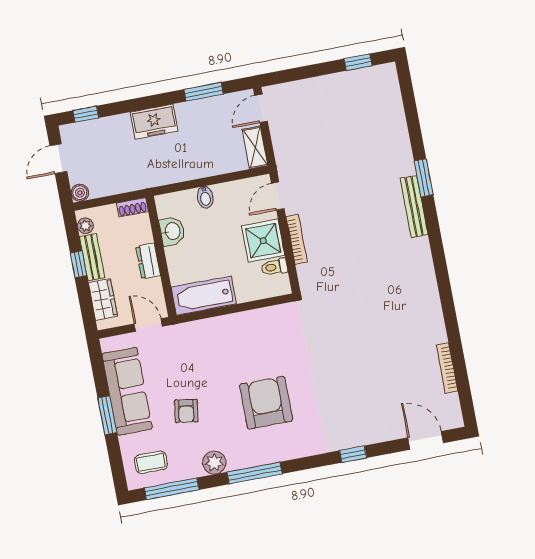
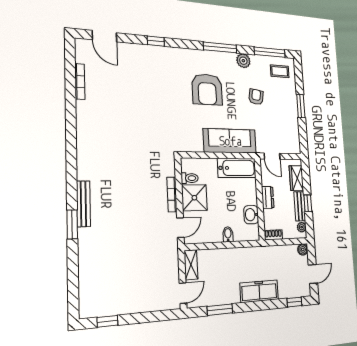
freezer: (154, 122) -> (259, 291), width x1.40
sofa: (127, 391) -> (230, 141), moved, turned 90

